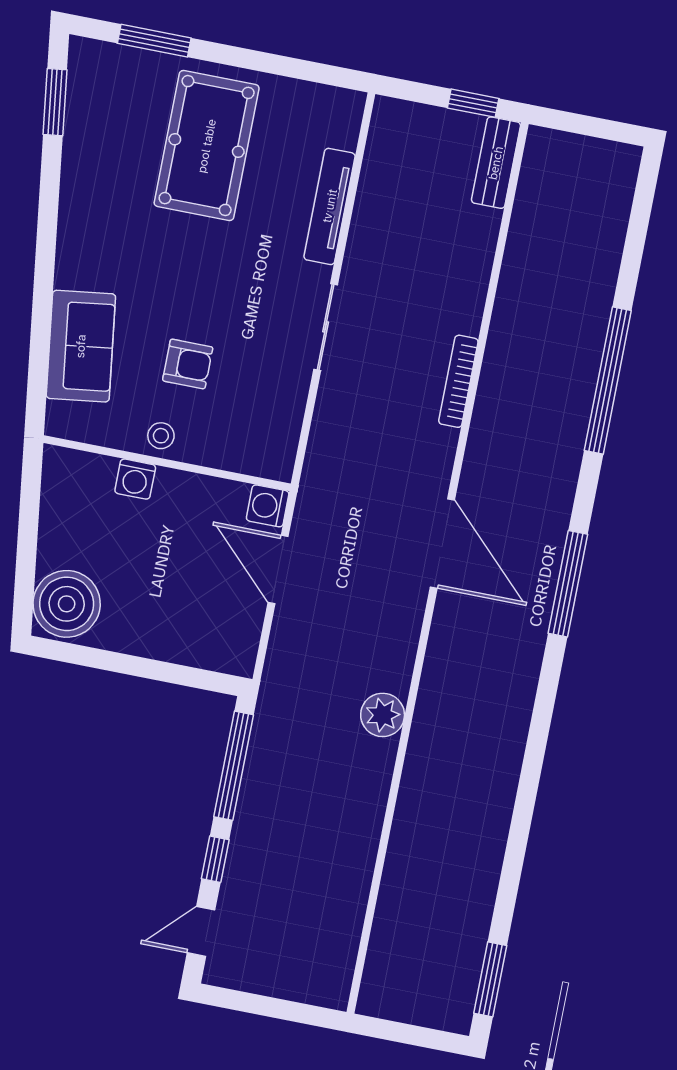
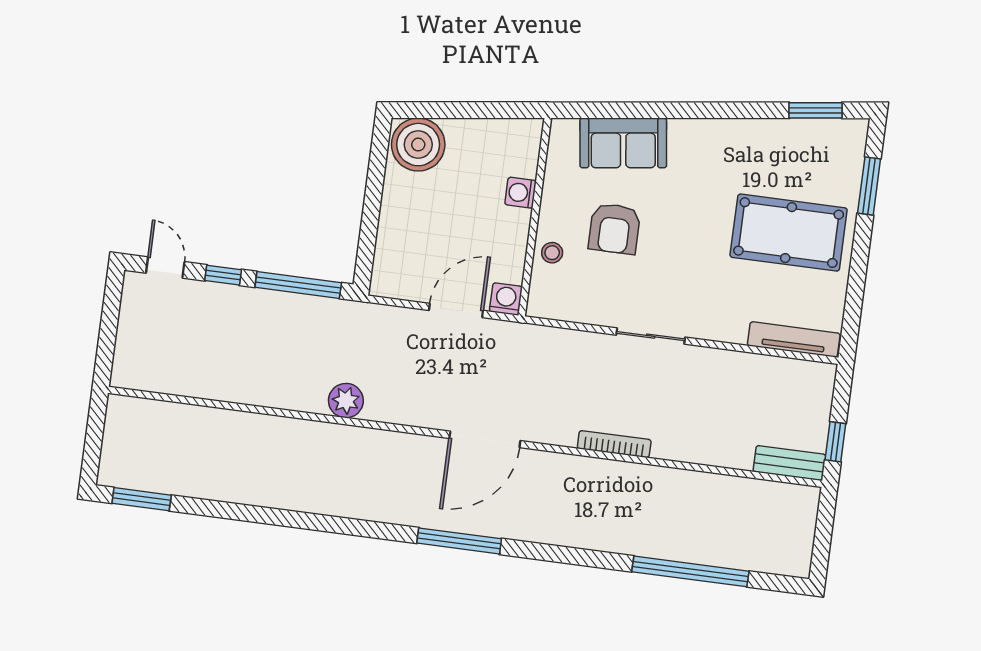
tv unit: (330, 206) -> (794, 339), moved
armchair: (188, 364) -> (614, 229), width x1.38, depth x1.38
window: (608, 381) -> (690, 571), moved
stool: (161, 436) -> (552, 253), moved

